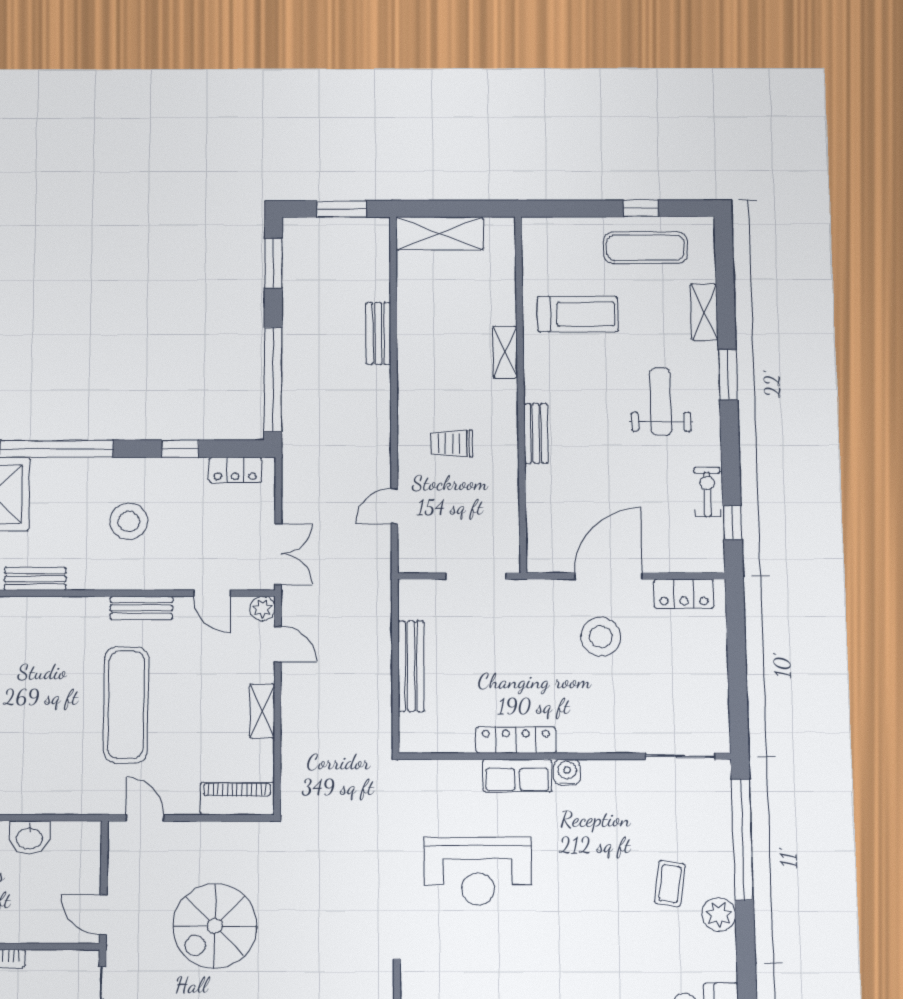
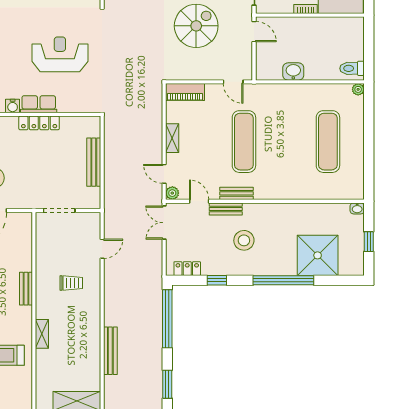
bench: (378, 333) -> (110, 351), width x1.36
bench: (35, 579) -> (226, 209), moved

